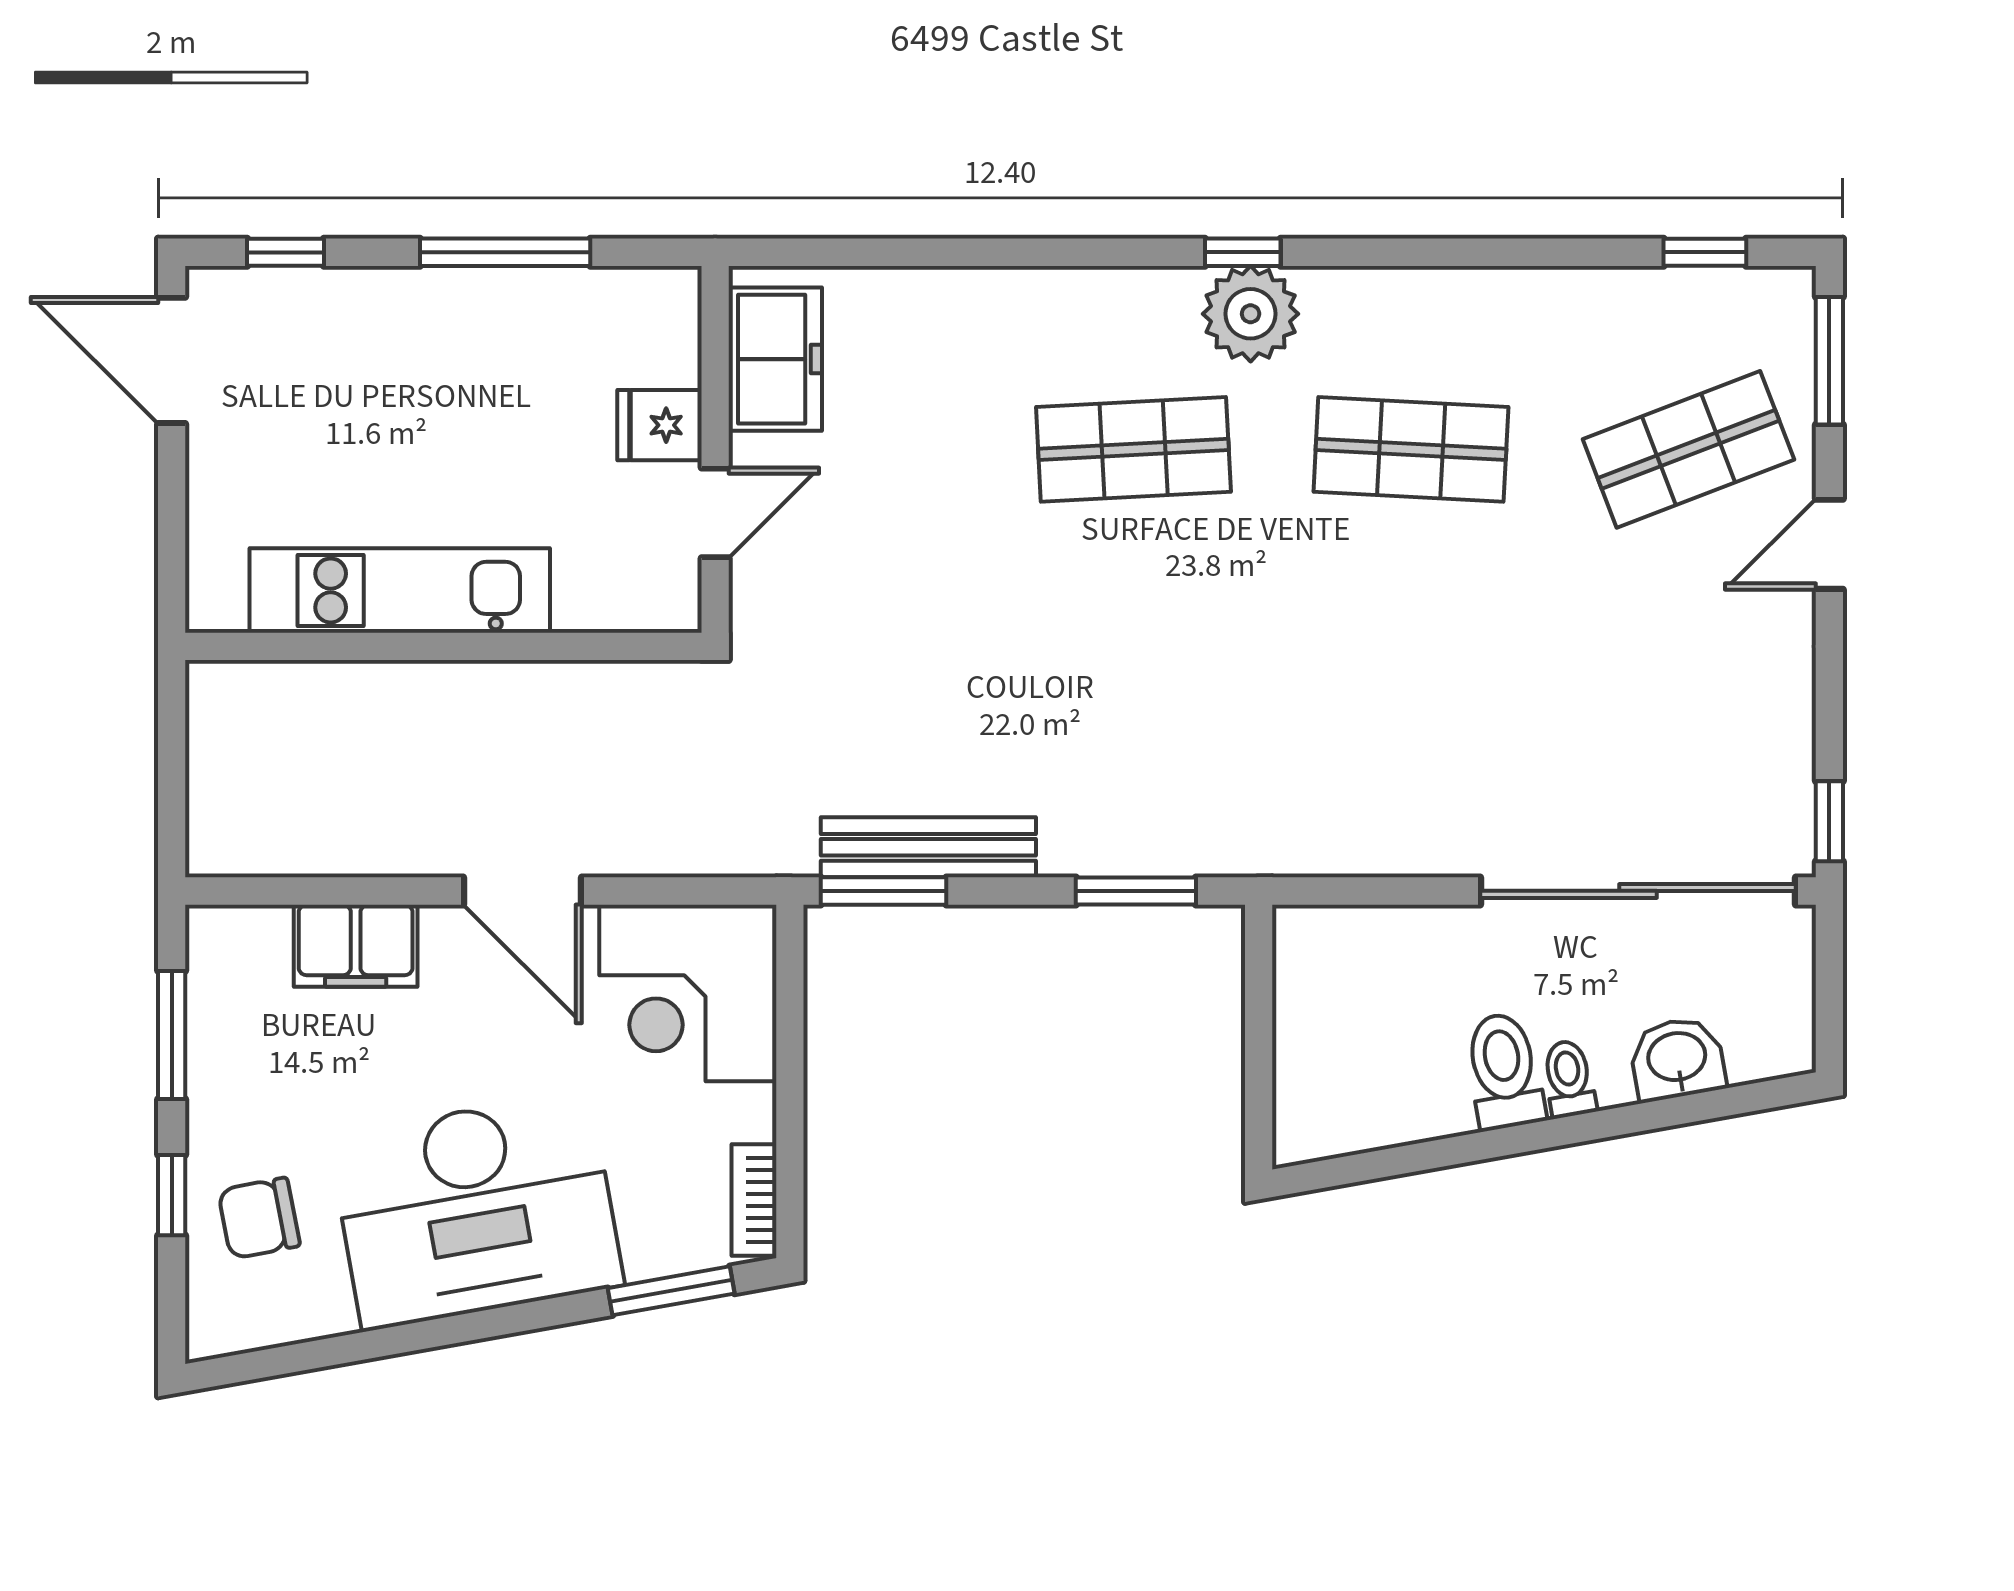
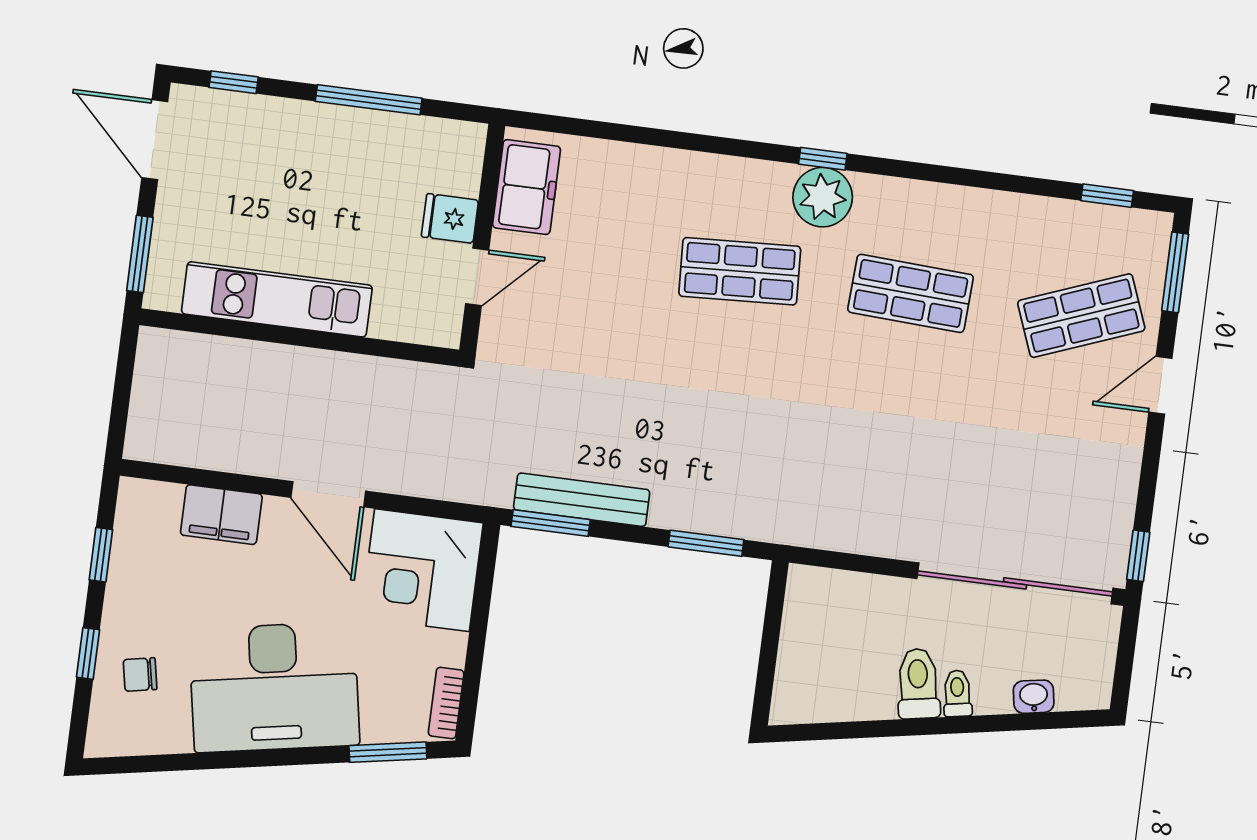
window: (172, 546) -> (140, 254), added
window: (172, 1035) -> (101, 555), width x0.67
washbasin: (1677, 1059) -> (1034, 697), width x0.72, depth x0.69
chair: (259, 1218) -> (140, 675), width x0.73, depth x0.73

